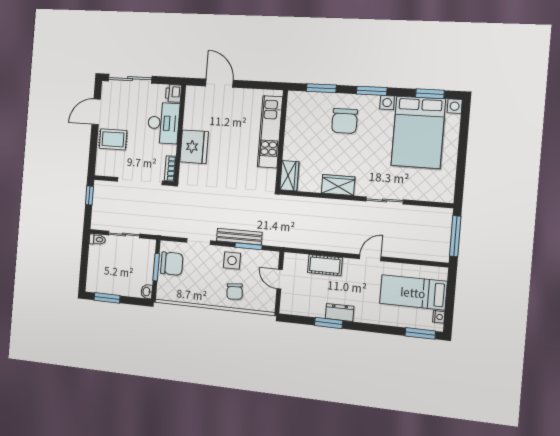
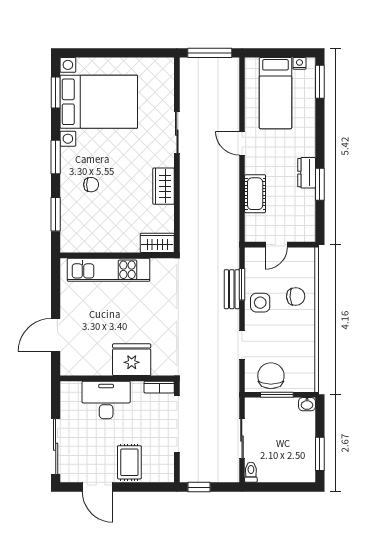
printer: (173, 93) -> (70, 391), removed
chair: (345, 121) -> (91, 185), width x0.54, depth x0.54
bench: (239, 237) -> (232, 289), width x0.73

